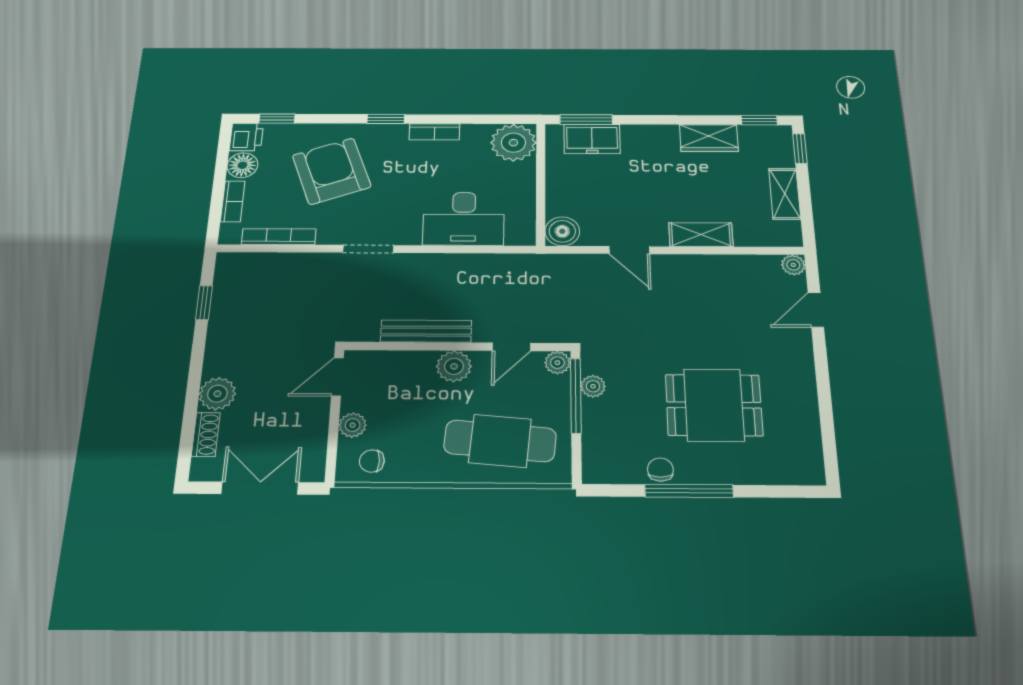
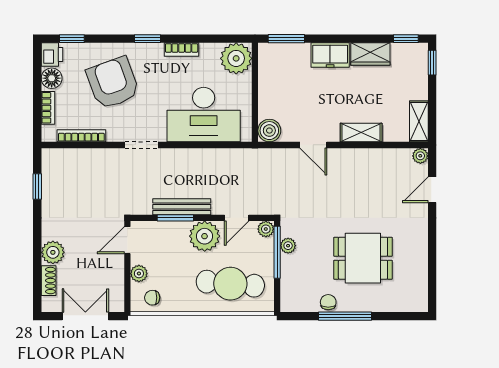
freezer: (592, 139) -> (330, 55), moved
shelving: (785, 194) -> (419, 121), moved
desk: (464, 219) -> (204, 115), width x1.36, depth x1.30
window: (415, 346) -> (175, 218), added
plant: (454, 366) -> (205, 236), width x1.36, depth x1.36

